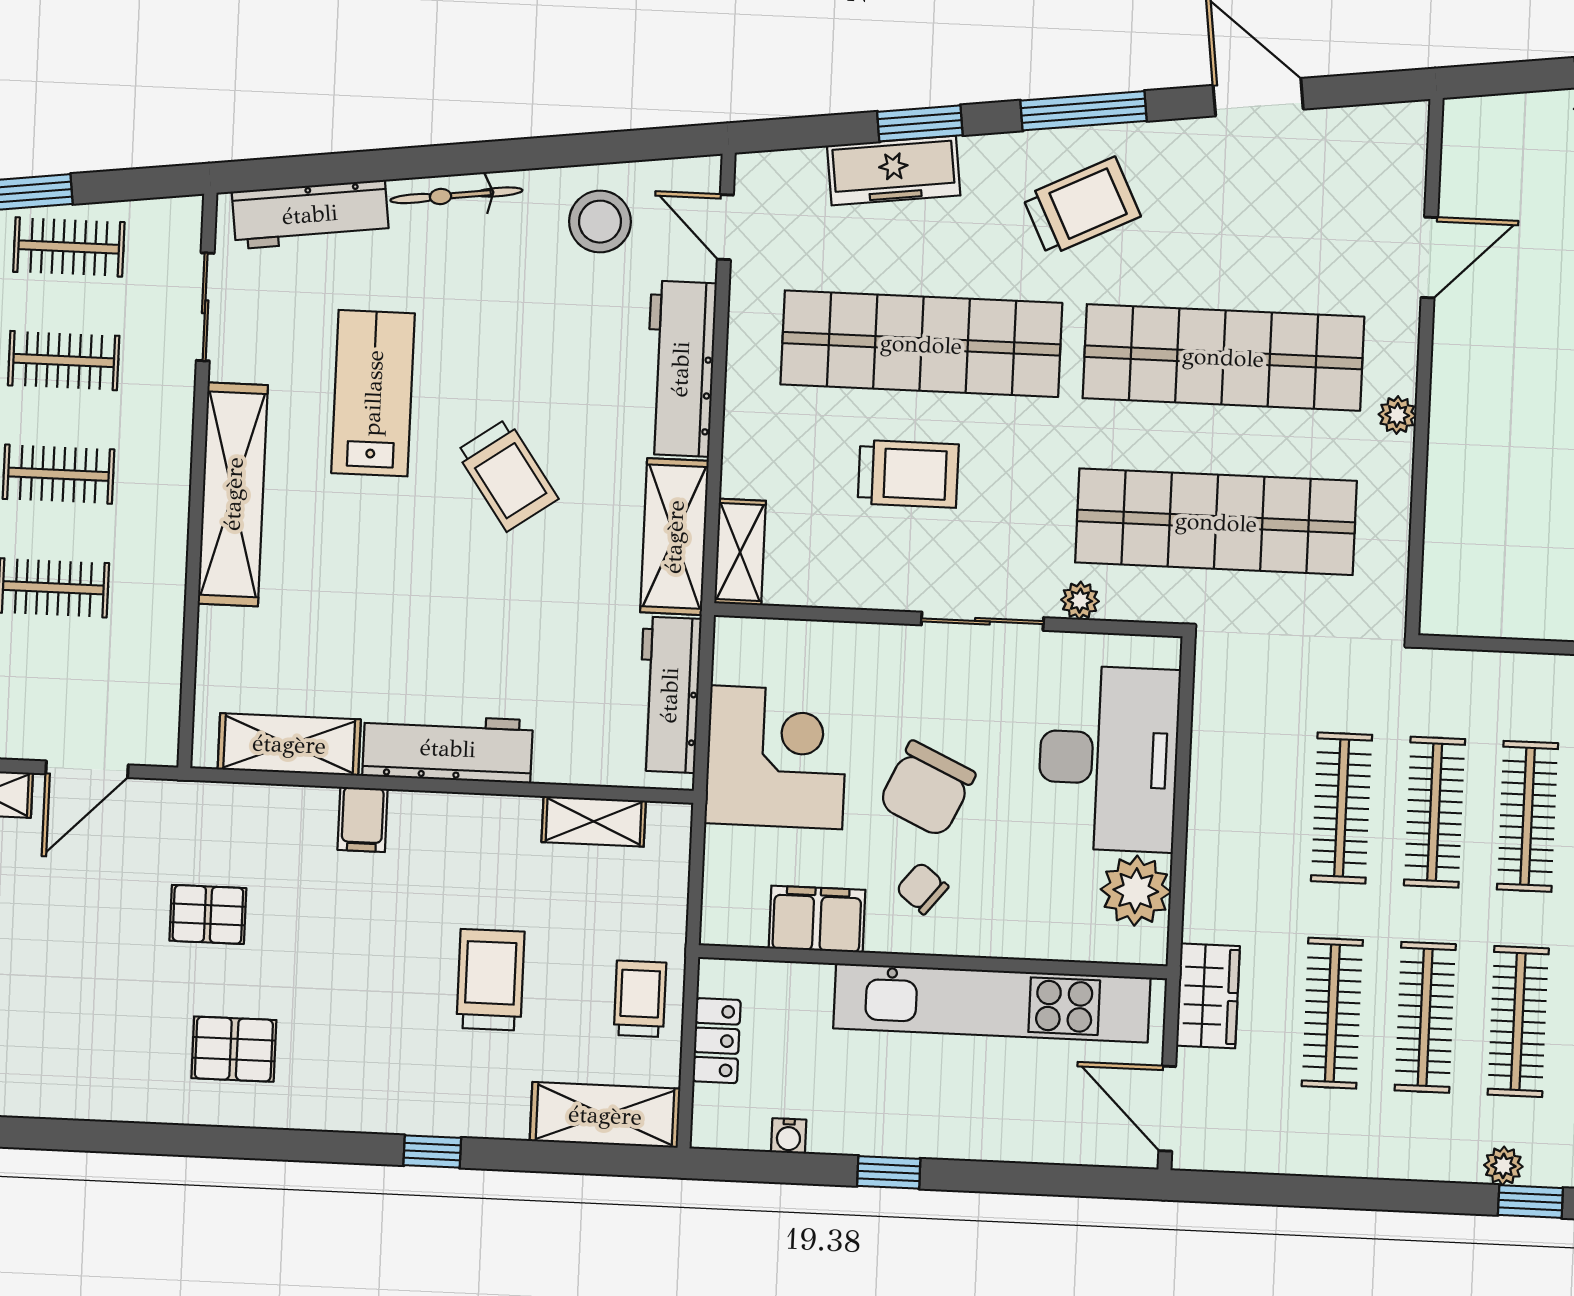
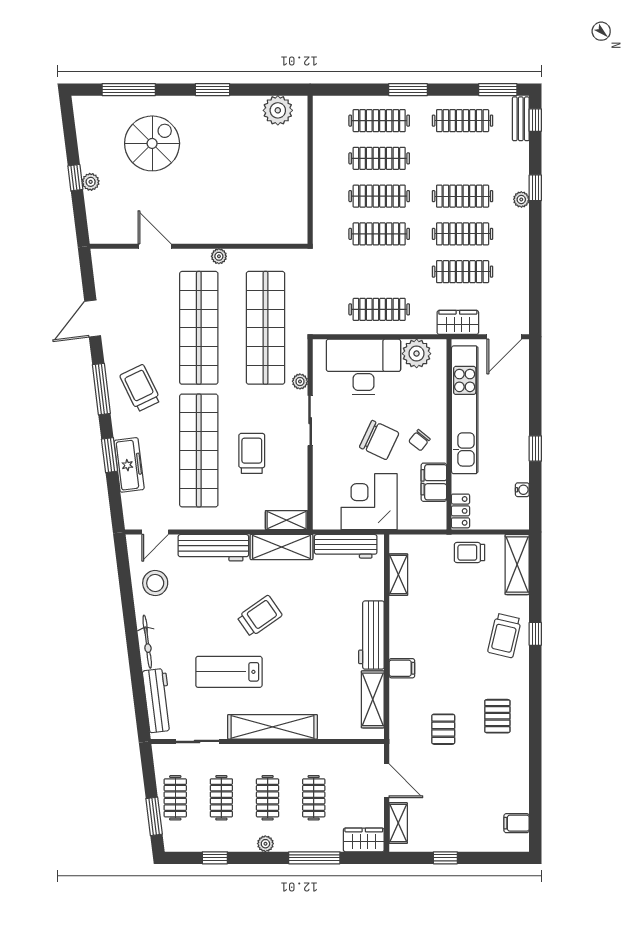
clothes rail: (1342, 808) -> (379, 309), moved
trolley: (490, 980) -> (504, 636), moved, turned -77
locker: (717, 1041) -> (460, 511), moved, turned 90

